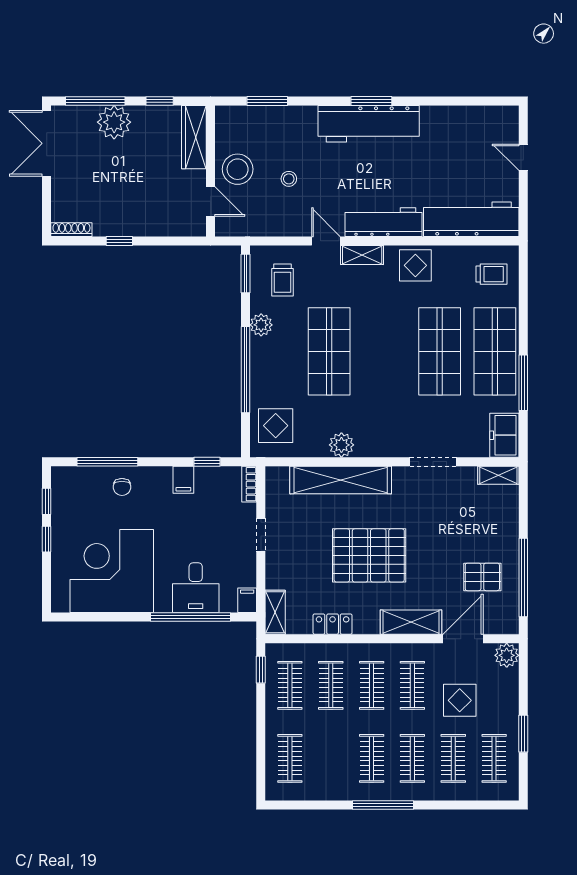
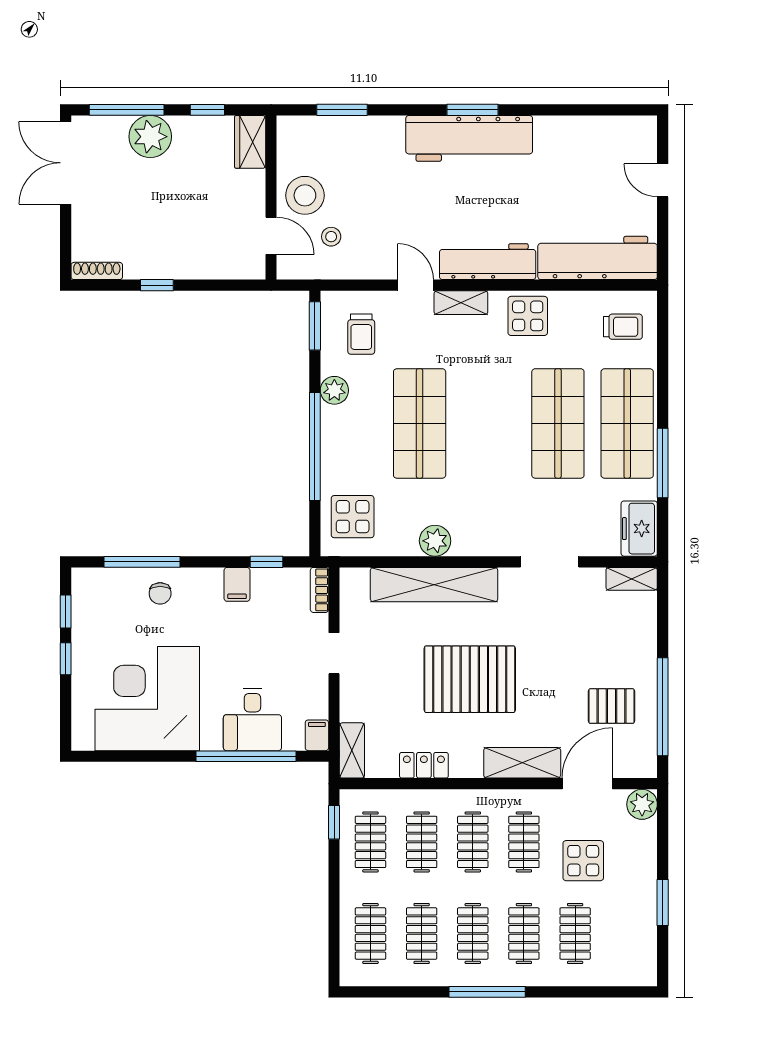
wardrobe: (194, 137) -> (250, 142), width x0.67
stool: (289, 179) -> (331, 237), moved
clothes rail: (494, 758) -> (422, 934), moved

